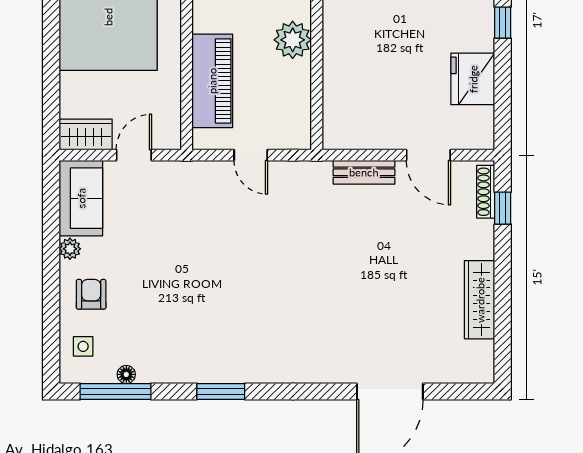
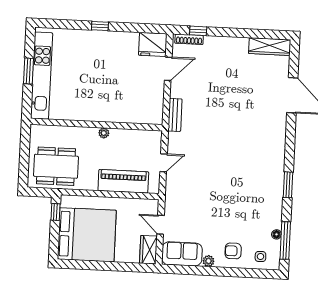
plant: (293, 40) -> (104, 133), width x0.53, depth x0.53
fridge: (473, 79) -> (153, 44), moved
bench: (364, 172) -> (175, 115), moved
wardrobe: (480, 300) -> (270, 47), moved

